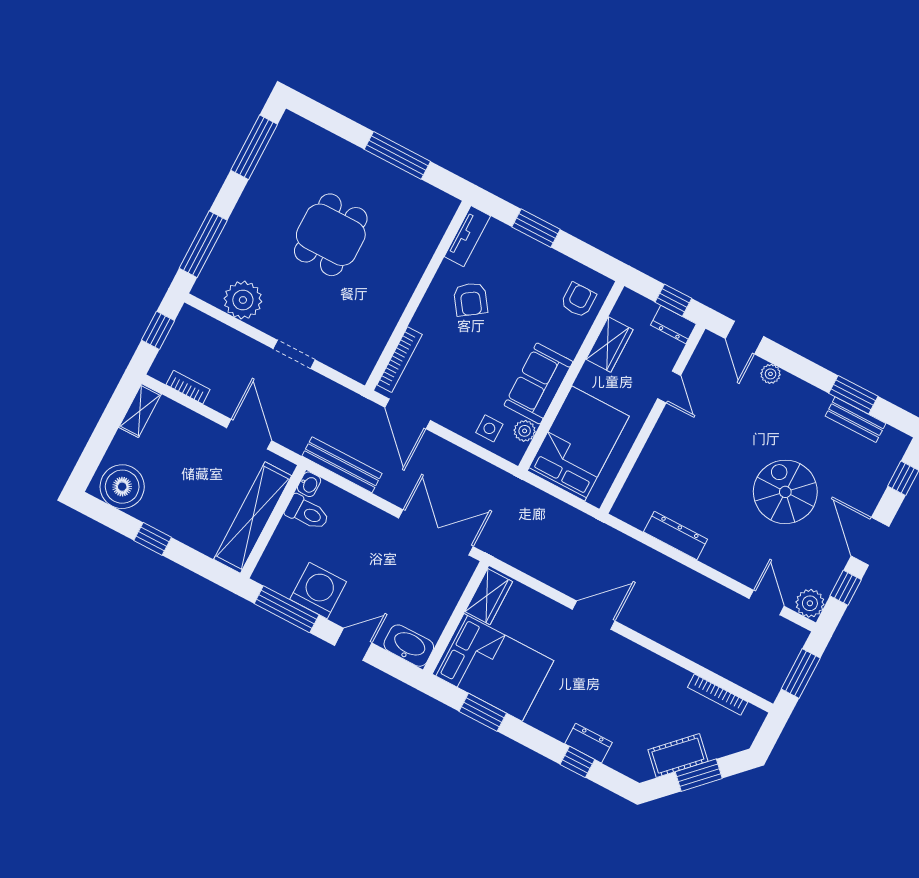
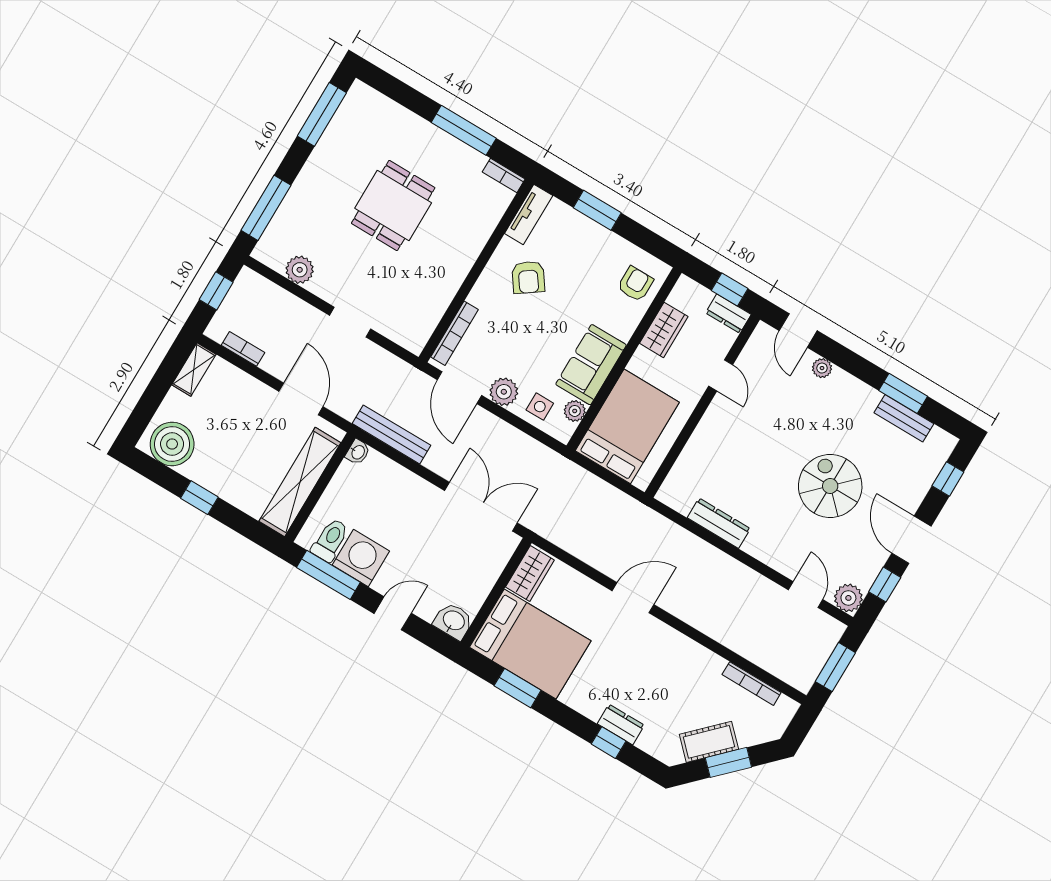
bookcase: (440, 198) -> (504, 176), added
plant: (243, 300) -> (300, 270), width x0.73, depth x0.73
plant: (452, 416) -> (504, 392), added
toilet: (307, 513) -> (330, 540), moved, turned -90
washbasin: (409, 646) -> (453, 621), width x0.72

